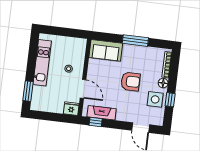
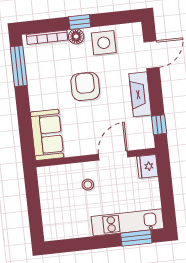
window: (135, 41) -> (19, 66), moved
kitchen unit: (42, 63) -> (127, 222), moved
window: (170, 100) -> (80, 22), moved
fireplace: (102, 113) -> (140, 94), moved

